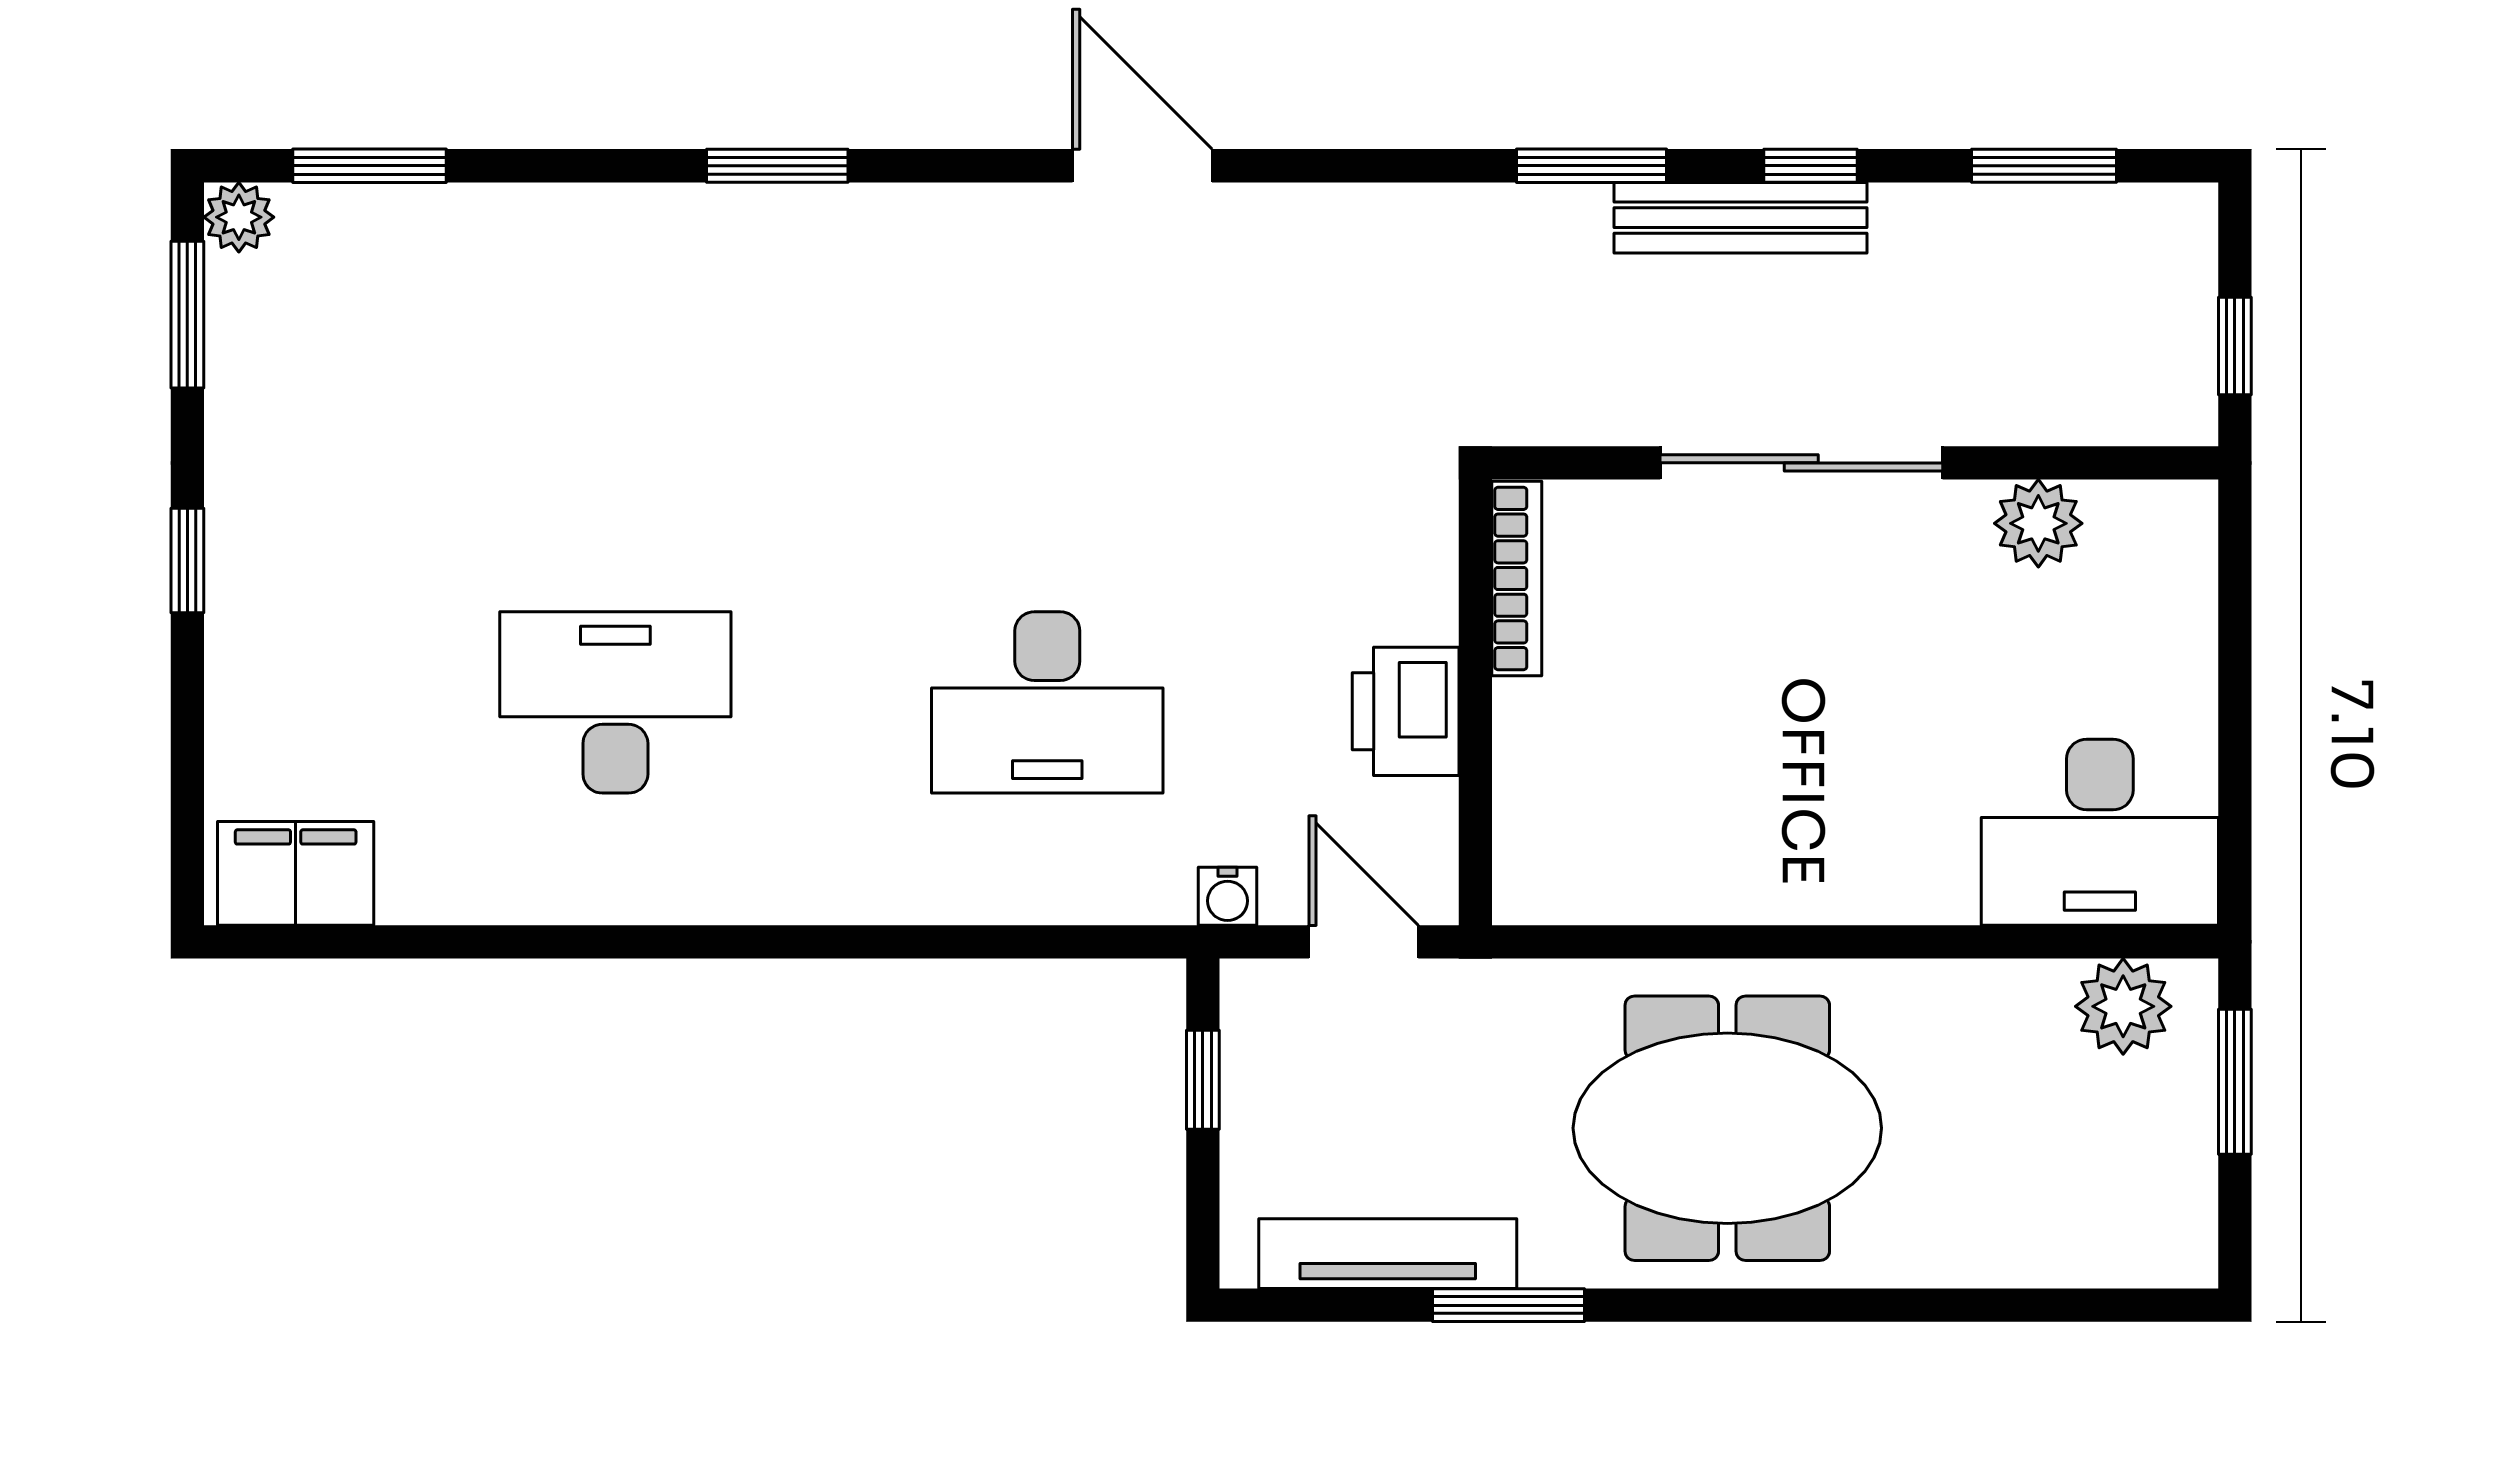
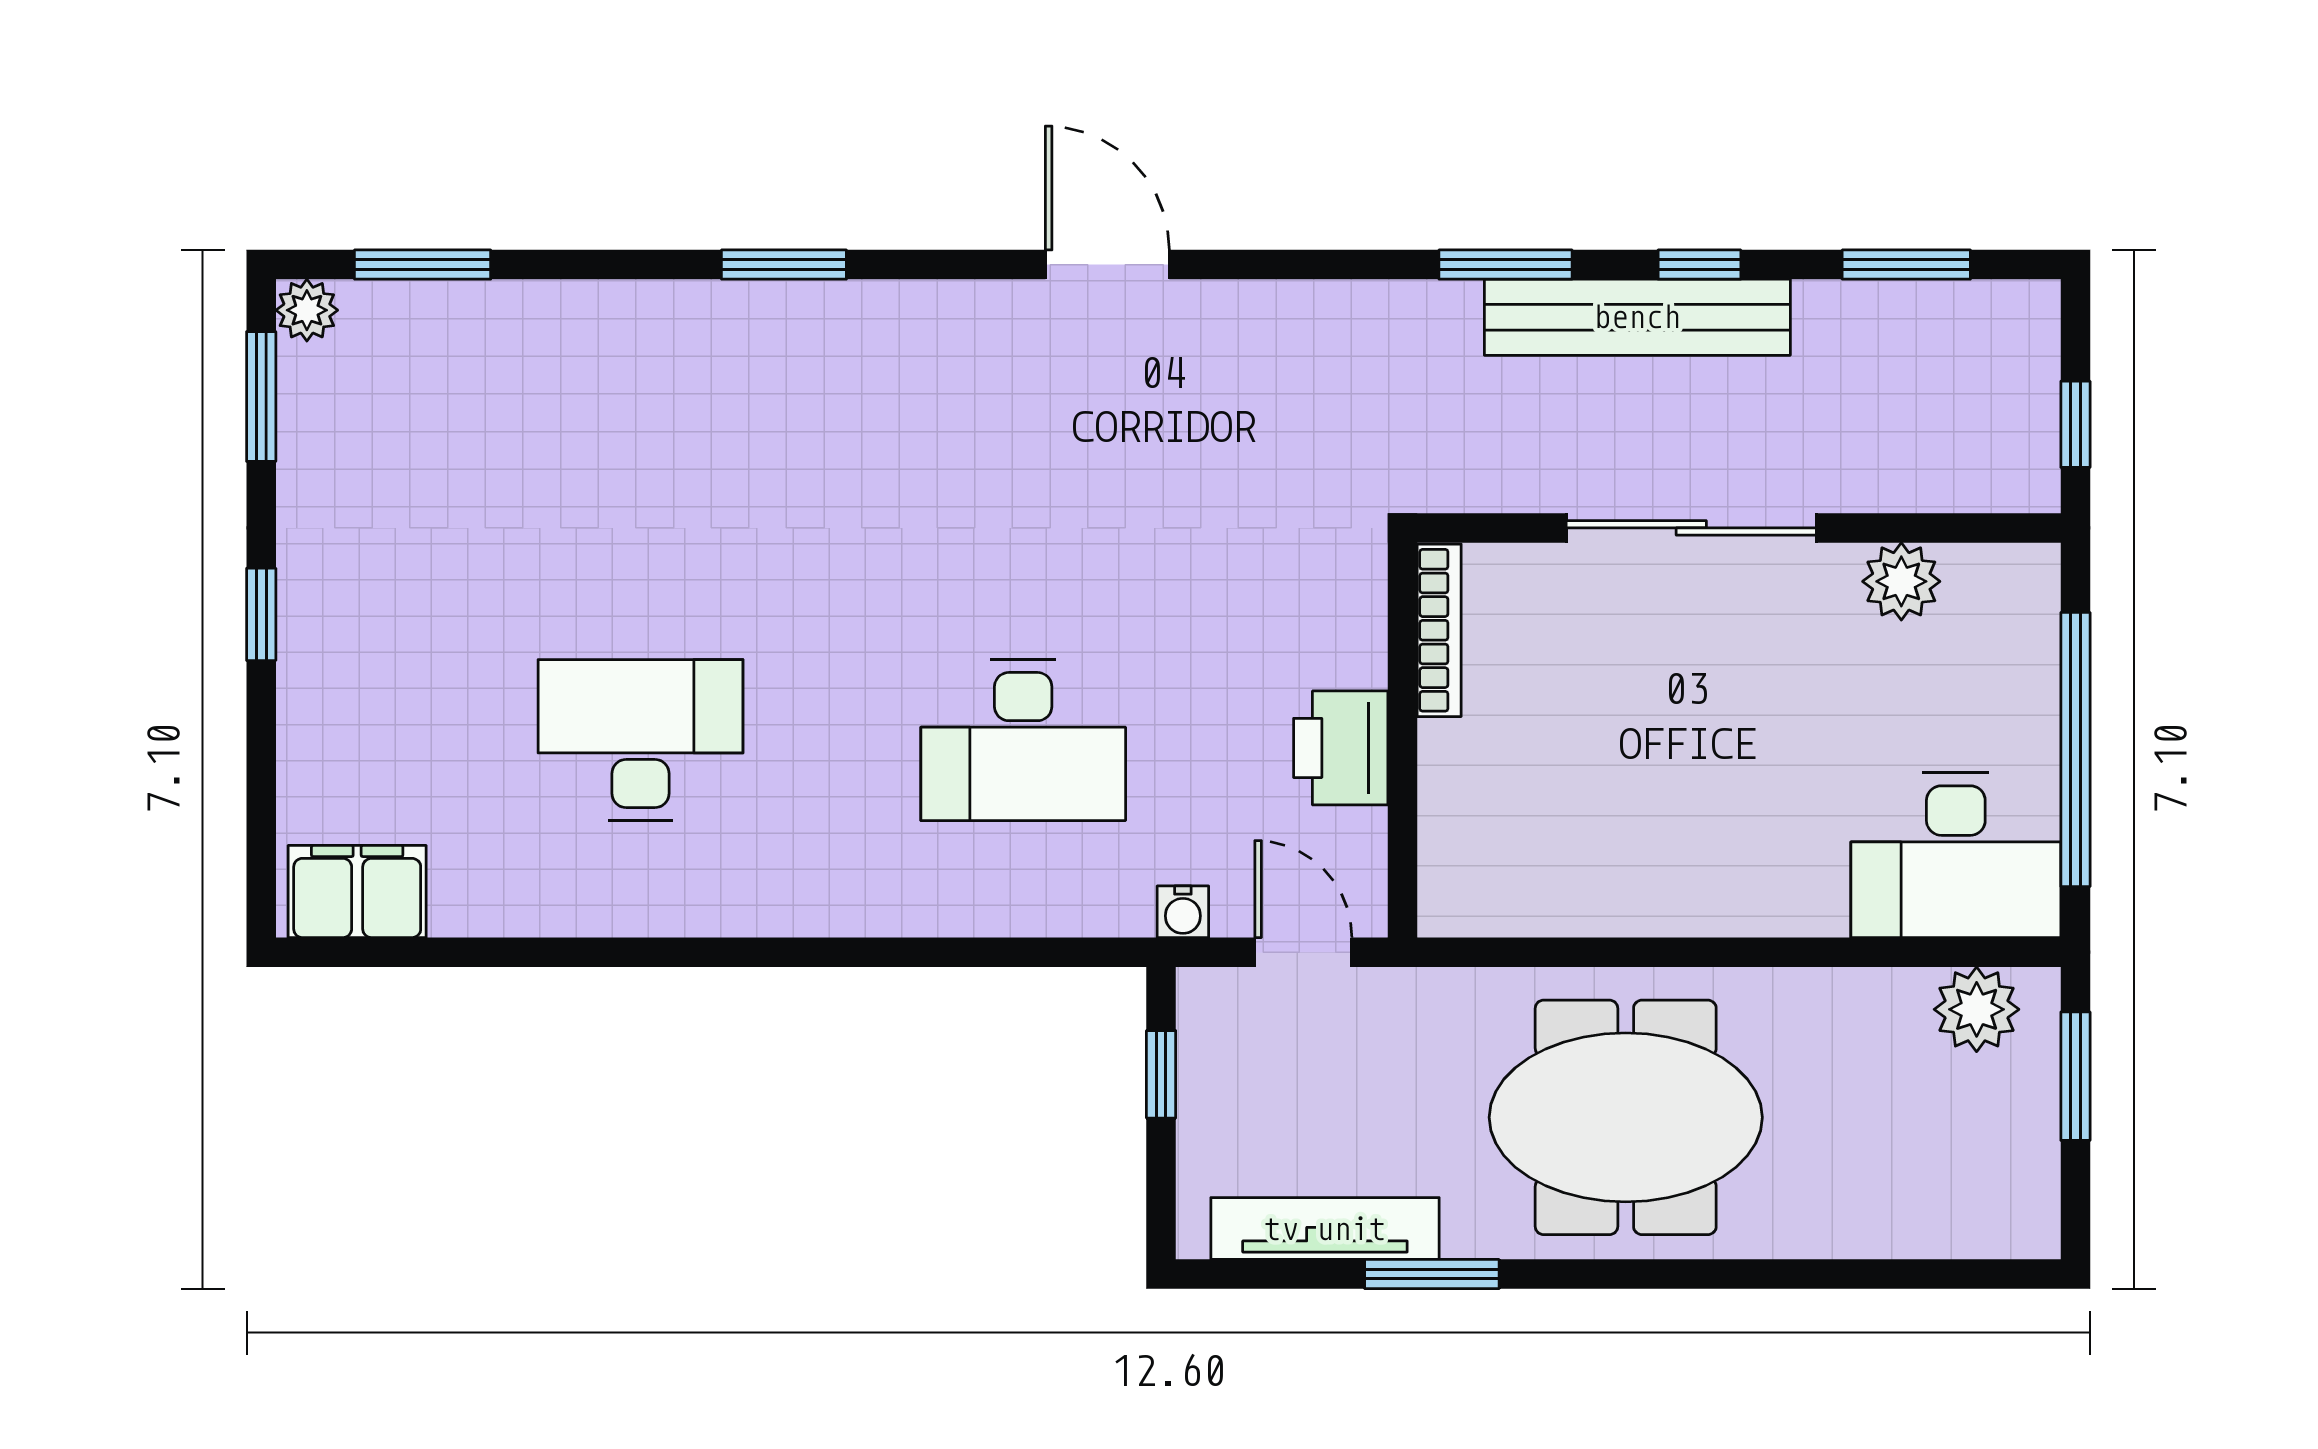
bench: (1740, 218) -> (1637, 317), width x1.37, depth x1.21
window: (2235, 713) -> (2075, 749), added

